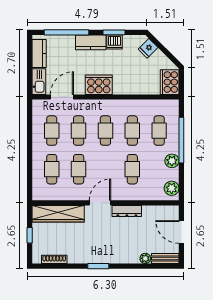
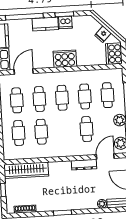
fridge: (148, 48) -> (103, 34), moved
cooker: (99, 85) -> (65, 59), moved
door: (100, 203) -> (105, 156), moved

